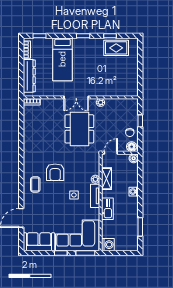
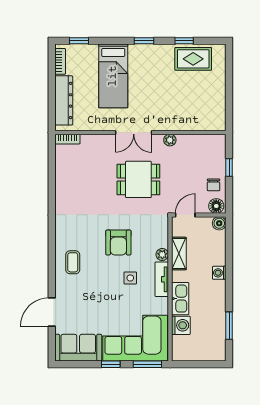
dining table: (79, 129) -> (138, 179), width x0.73
armchair: (55, 172) -> (118, 243), moved
washing machine: (108, 245) -> (181, 325), moved

